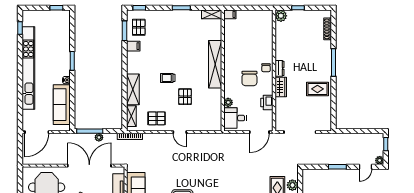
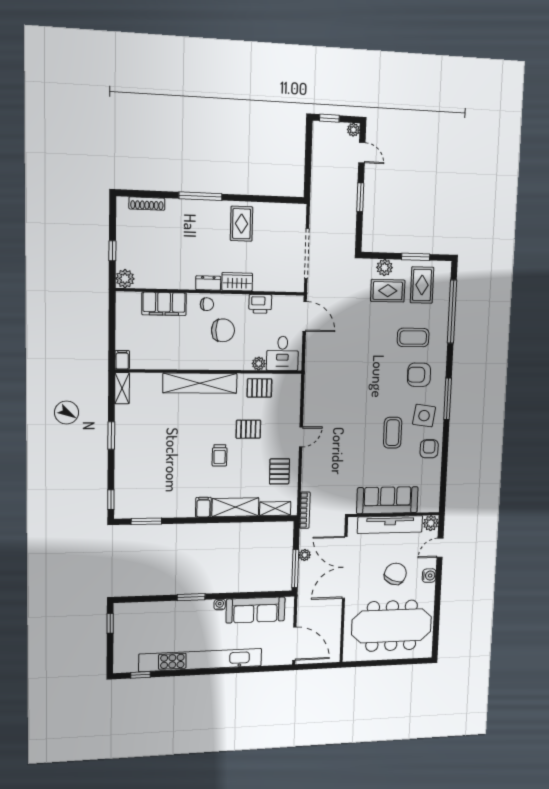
pallet: (139, 27) -> (259, 388), moved
filing cabinet: (266, 40) -> (164, 304), added
filing cabinet: (133, 46) -> (203, 507), moved

